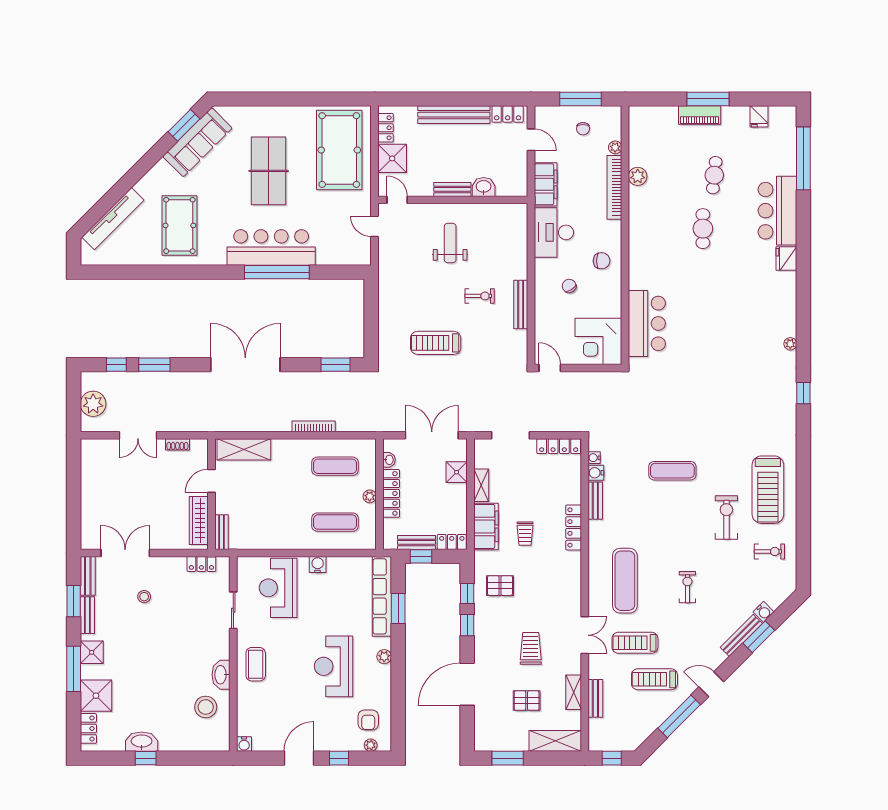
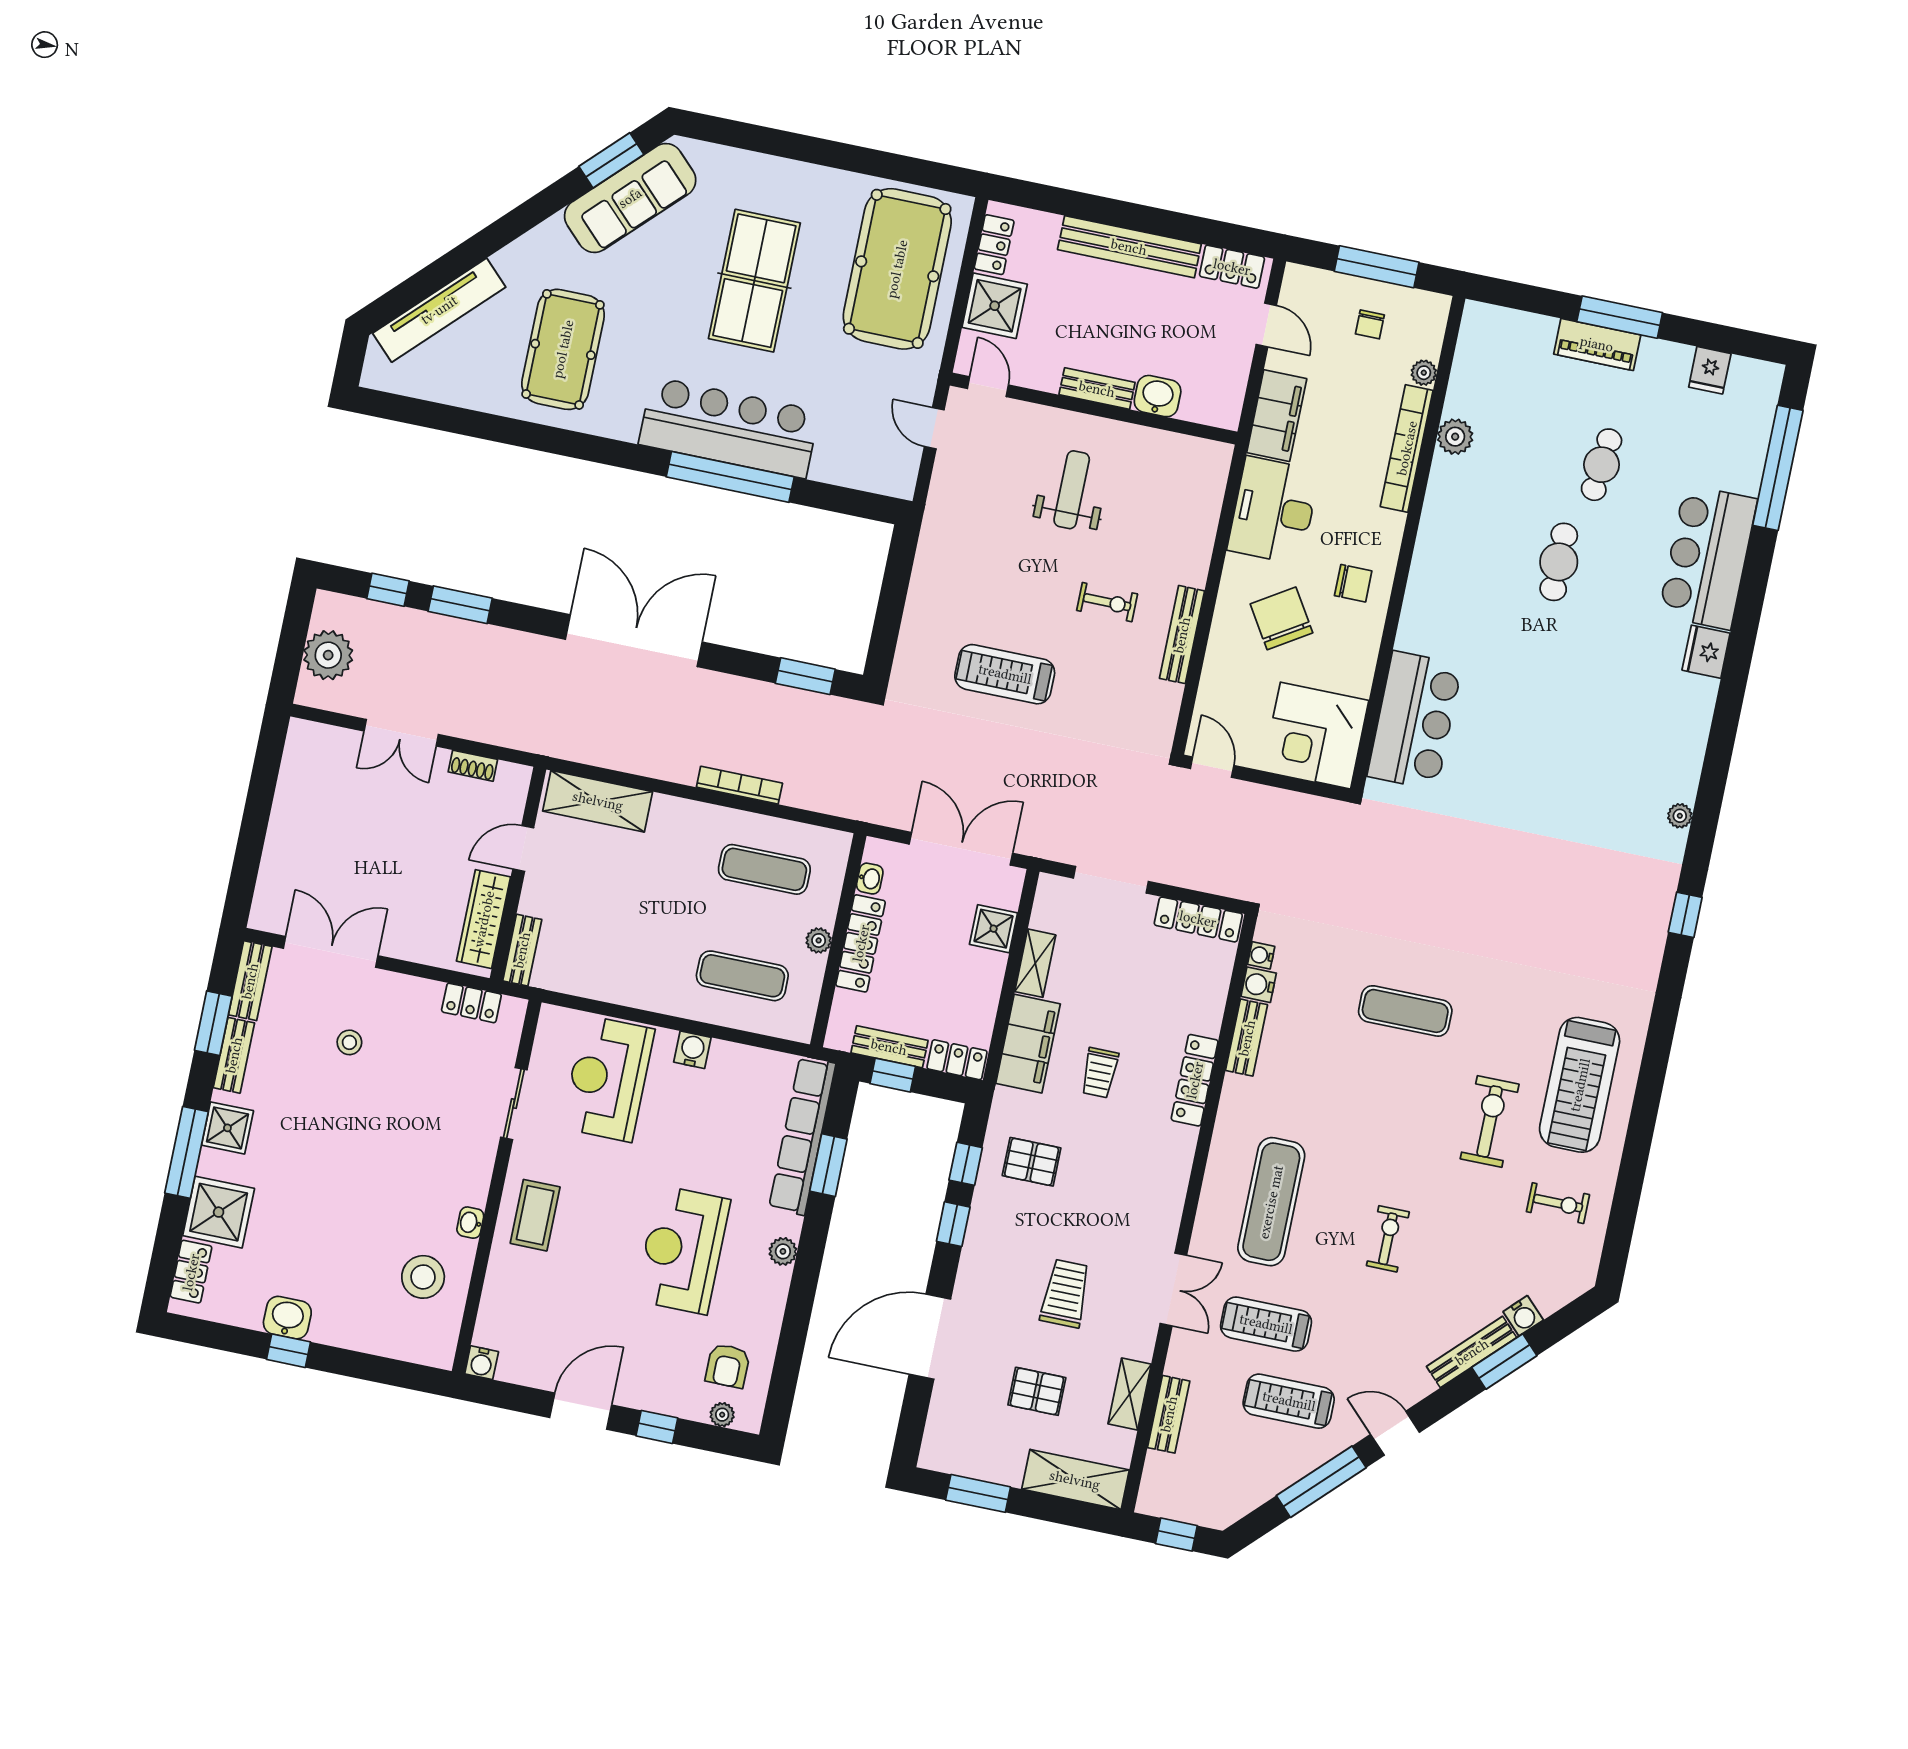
chair: (569, 286) -> (1282, 618), width x1.87, depth x1.87
washbasin: (221, 675) -> (470, 1223), width x0.52, depth x0.69
washbasin: (142, 742) -> (287, 1318), width x0.72

